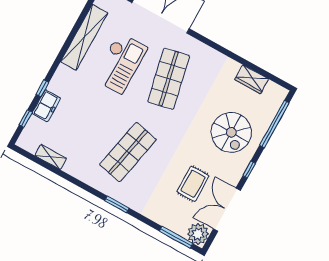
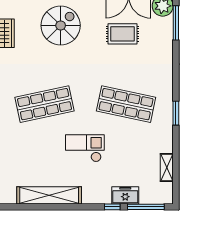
checkout: (120, 63) -> (85, 148), moved, width x0.73, depth x0.83
window: (26, 119) -> (146, 207), width x2.17
window: (117, 204) -> (176, 113), moved

